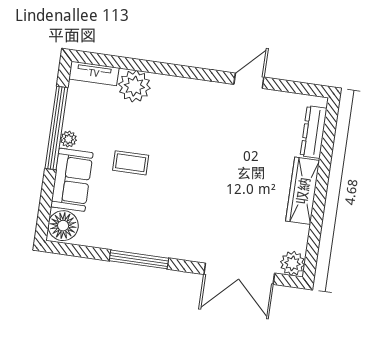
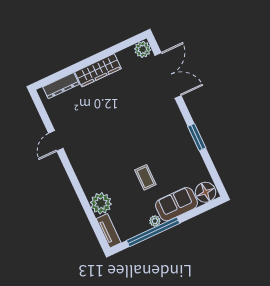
door: (249, 81) -> (56, 141), hinge flipped
window: (139, 259) -> (197, 137), width x0.69

